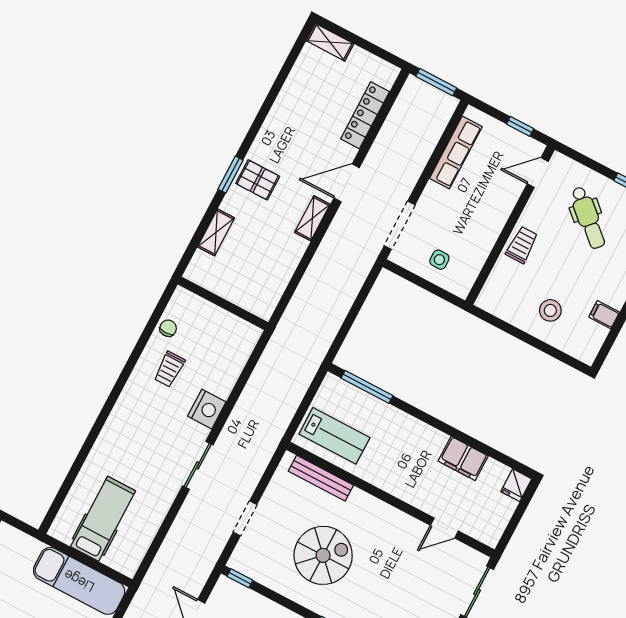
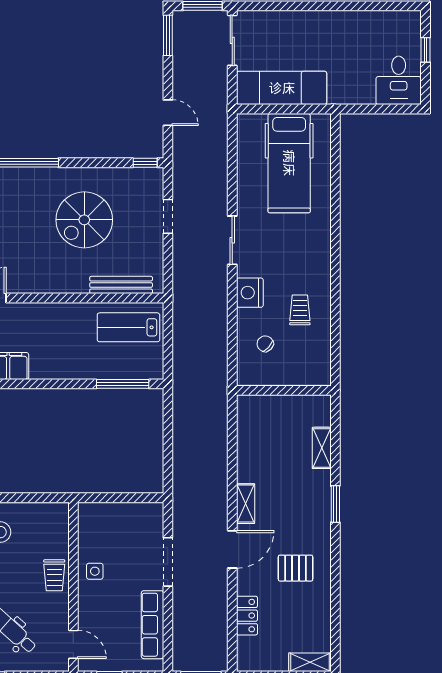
locker: (365, 115) -> (247, 616), width x0.66
door: (538, 173) -> (73, 644), hinge flipped
pallet: (258, 180) -> (296, 568), moved
doorway: (400, 225) -> (168, 562), moved
side table: (439, 260) -> (95, 571), moved
chair: (168, 328) -> (265, 344), moved, turned 133
hospital bed: (103, 519) -> (289, 163), width x1.37, depth x1.29

